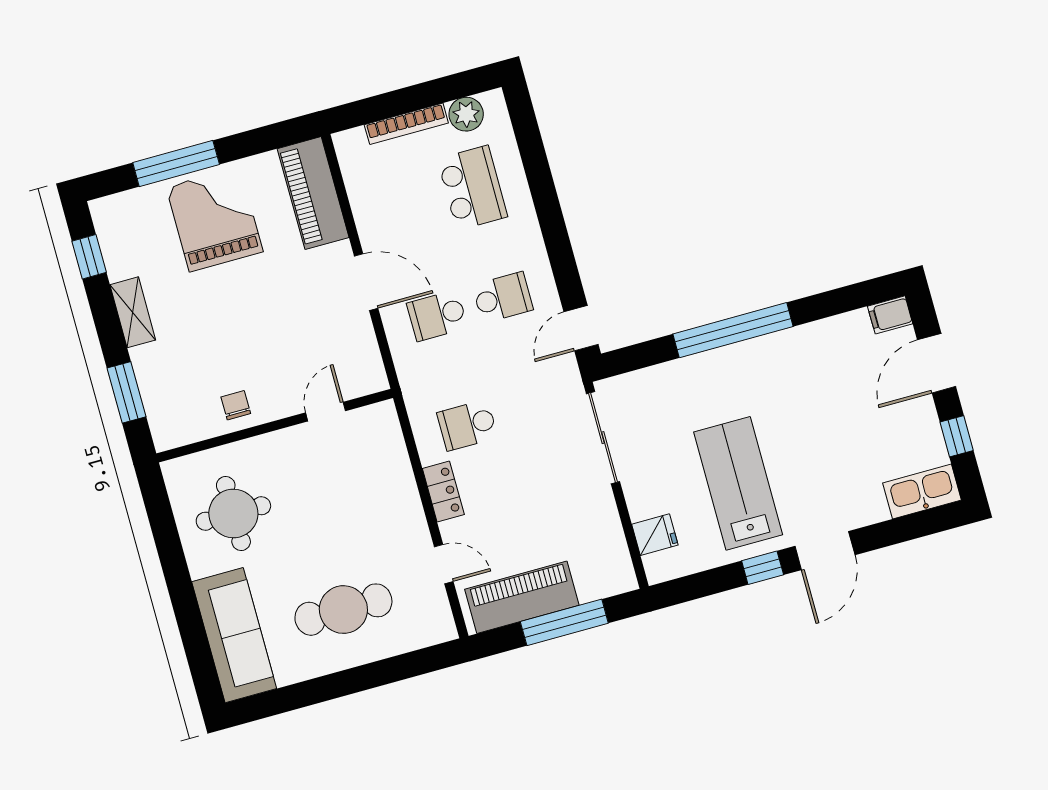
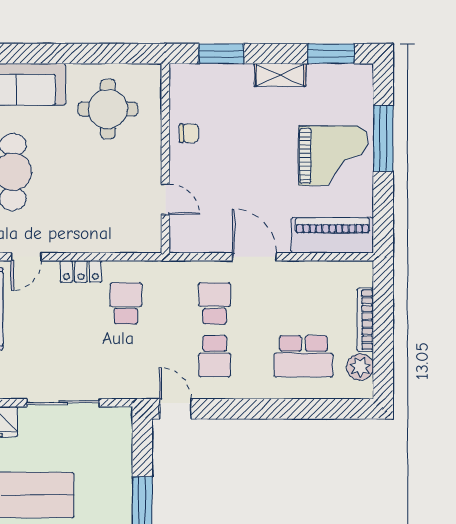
window: (89, 257) -> (331, 54), width x1.50
door: (366, 282) -> (254, 257), swing flipped
sliding door: (603, 438) -> (63, 403), moved

